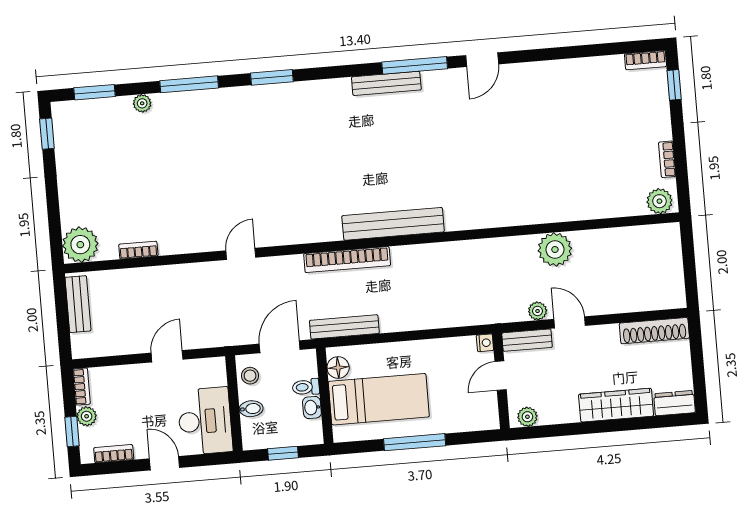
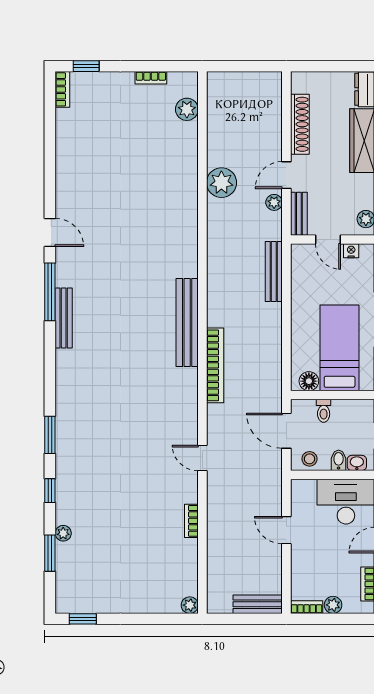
window: (272, 77) -> (50, 435), moved
window: (189, 84) -> (50, 491), width x0.46
window: (95, 92) -> (50, 553), moved
plant: (659, 201) -> (187, 109), moved
plant: (80, 245) -> (190, 605), width x0.53, depth x0.53
bookcase: (138, 250) -> (191, 521), moved
bench: (78, 304) -> (258, 604), moved
bench: (344, 327) -> (274, 271), moved
shoe rack: (654, 331) -> (300, 124), moved
nightstand: (485, 343) -> (351, 251), moved
washbasin: (312, 407) -> (357, 463), moved, turned 180
window: (72, 431) -> (345, 619), removed

